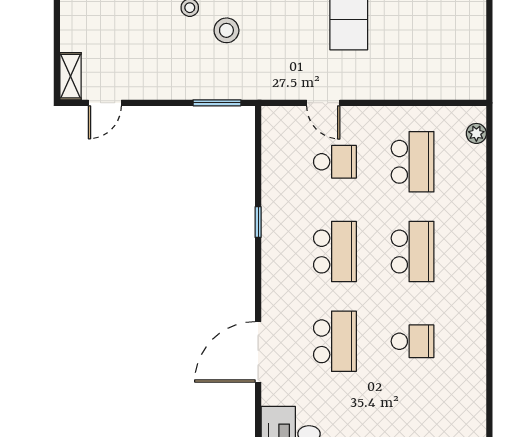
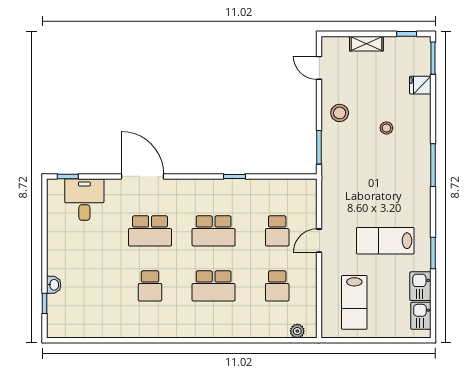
stool: (226, 30) -> (340, 113), moved
lab bench: (436, 53) -> (354, 302), added
shelving: (71, 76) -> (366, 44), moved
door: (323, 103) -> (319, 241), moved
school desk: (413, 162) -> (277, 286), width x0.54

